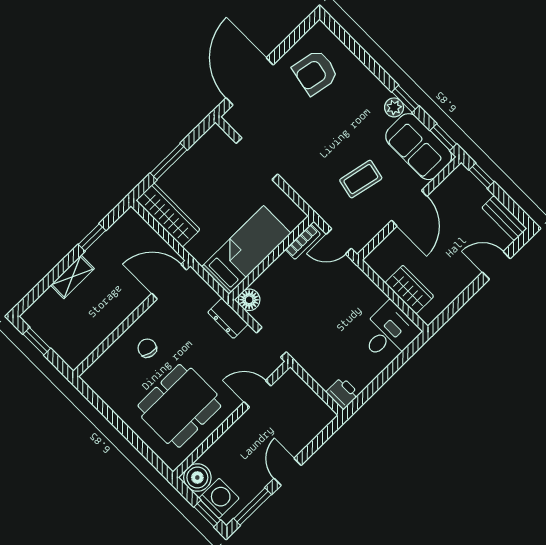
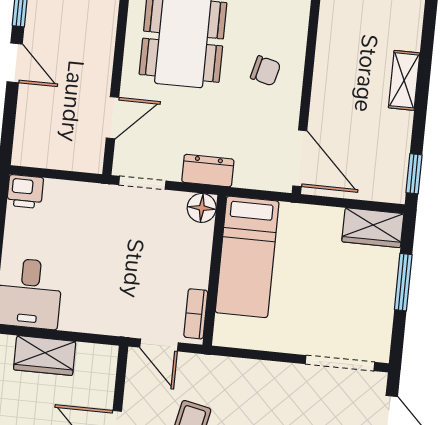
doorway: (257, 159) -> (340, 363), moved
wardrobe: (168, 215) -> (373, 228), width x0.67
window: (92, 237) -> (414, 174), moved
door: (339, 241) -> (159, 345), swing flipped
door: (169, 282) -> (300, 158), hinge flipped

